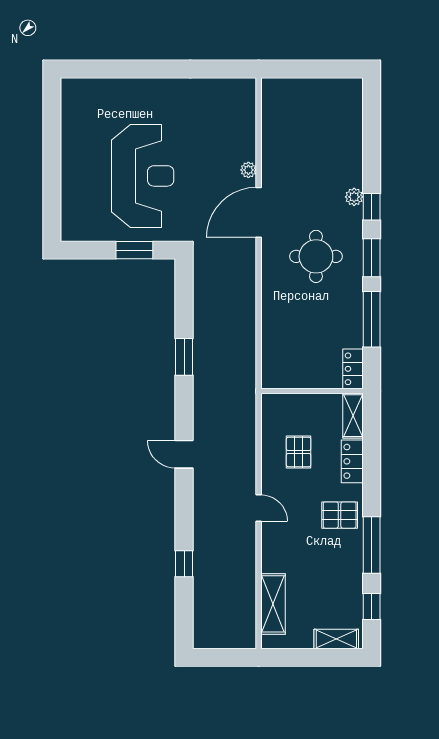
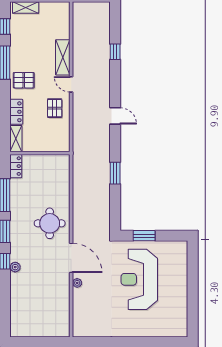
door: (259, 212) -> (71, 258), hinge flipped
round table: (316, 256) -> (50, 223), moved
pallet: (299, 452) -> (55, 108), moved
shelving: (273, 604) -> (63, 57), moved

